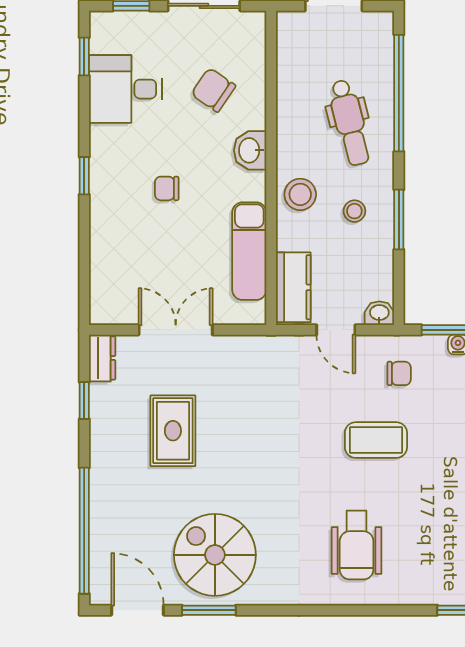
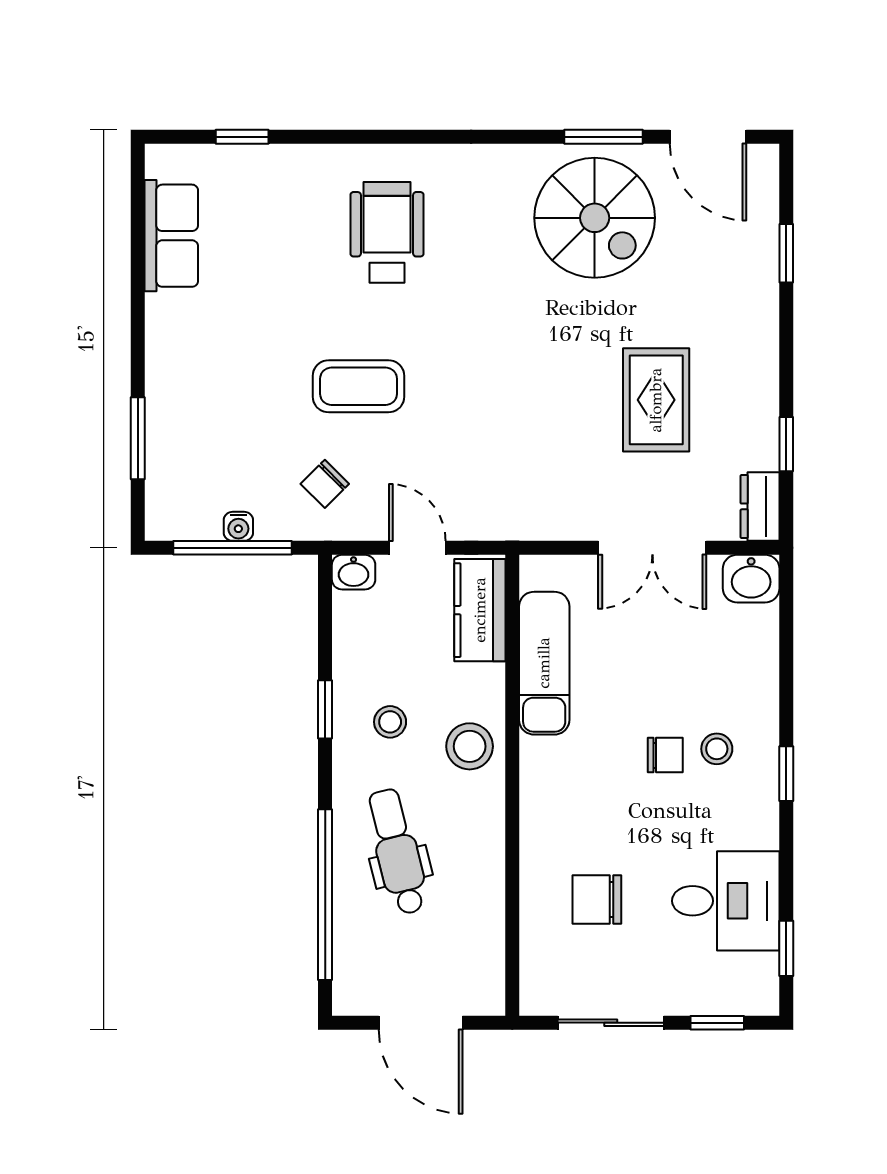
chair: (213, 90) -> (597, 900), turned 146
washbasin: (250, 150) -> (751, 579), moved, turned 90
stool: (132, 193) -> (717, 749), added
window: (399, 220) -> (325, 709), width x0.67
chair: (399, 373) -> (325, 484), turned -45
window: (84, 531) -> (786, 253), width x0.32

